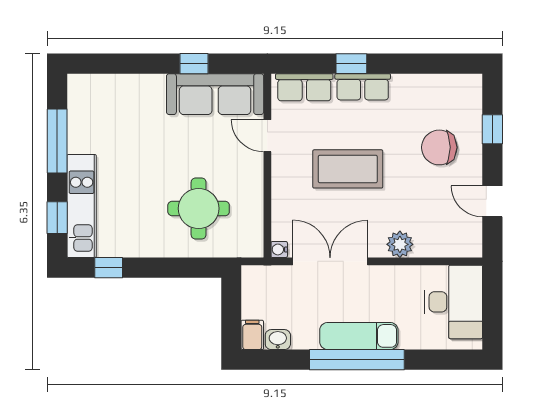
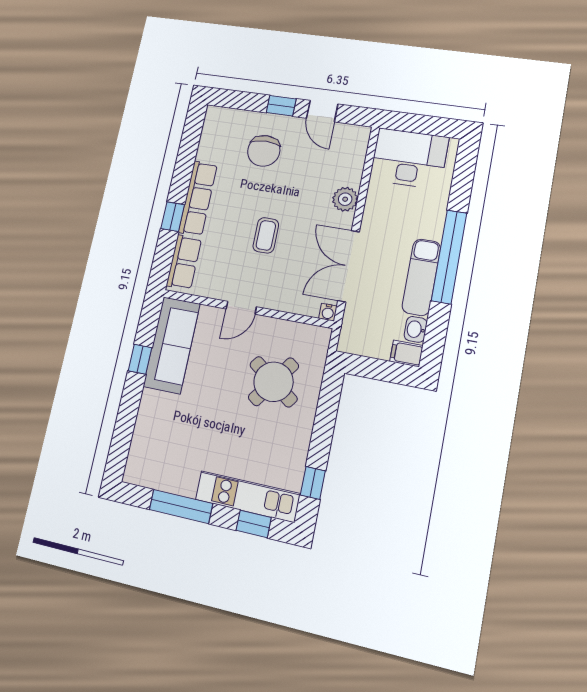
row of seats: (363, 87) -> (198, 198), width x1.48
window: (492, 129) -> (281, 106), moved
door: (267, 136) -> (241, 308), moved
coffee table: (348, 169) -> (266, 235), width x0.54, depth x0.58
door: (492, 201) -> (322, 111), hinge flipped
round table: (199, 208) -> (273, 382), turned 36
exam couch: (359, 336) -> (421, 277), moved

